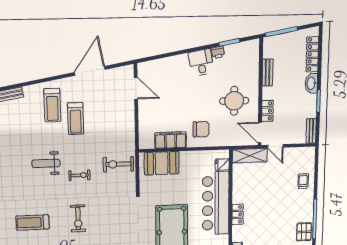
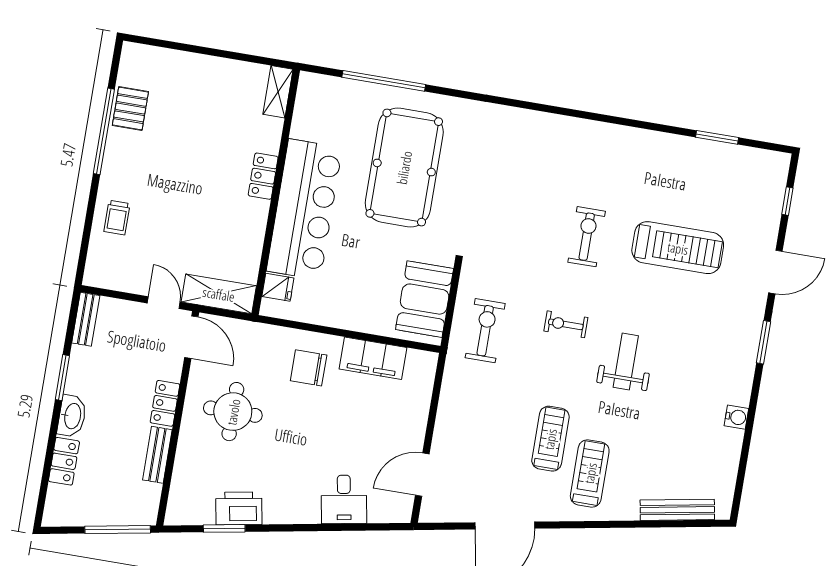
printer: (218, 52) -> (239, 508), width x1.87, depth x1.48
locker: (312, 54) -> (64, 461), width x0.66
desk: (201, 62) -> (344, 499), moved
door: (136, 88) -> (422, 475), hinge flipped
locker: (267, 111) -> (165, 403), moved
weight bench: (46, 163) -> (626, 362), turned -90
booth: (162, 163) -> (425, 299), moved, turned 90
exercise bike: (118, 164) -> (485, 331), turned -90
treadmill: (32, 222) -> (678, 248), width x1.37, depth x1.38

